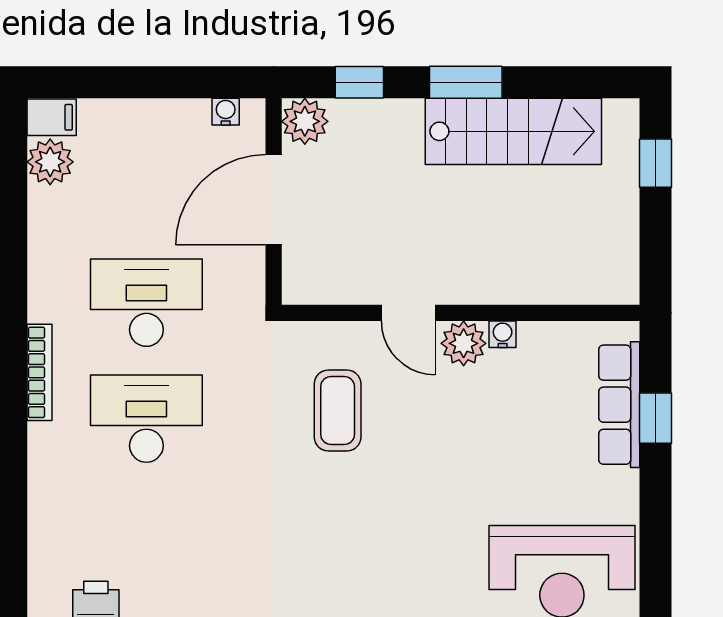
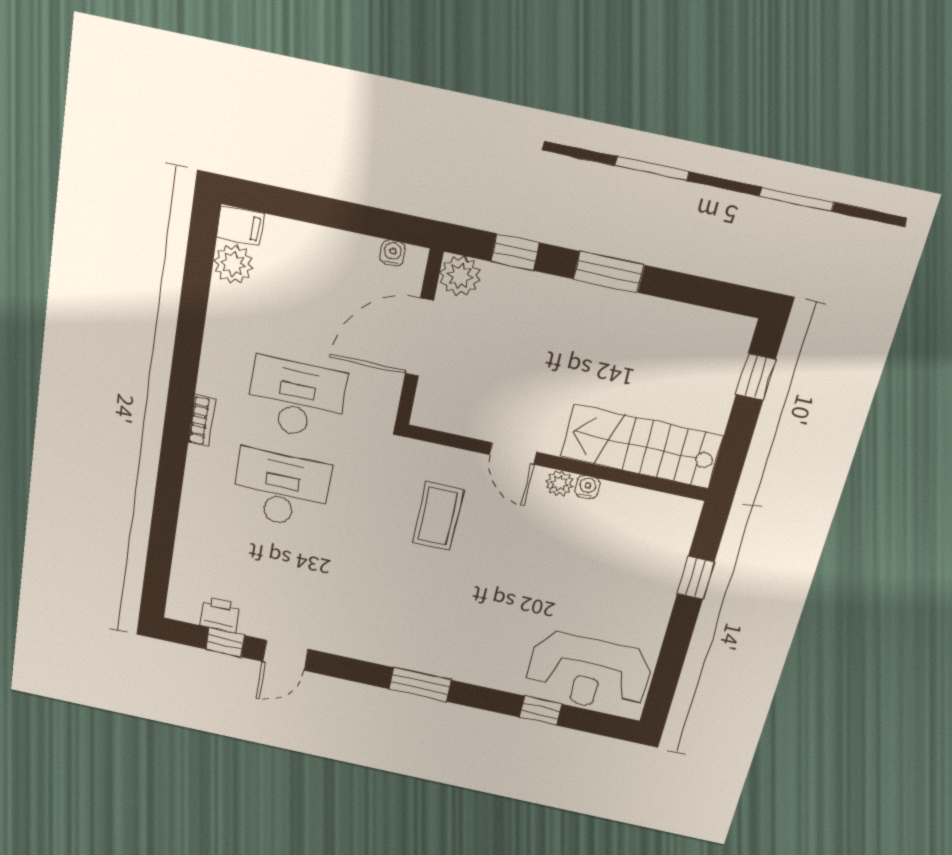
stairs: (513, 131) -> (642, 447), moved, turned 180
plant: (464, 343) -> (559, 483), width x0.73, depth x0.73
bookcase: (39, 372) -> (202, 421), width x0.64
row of seats: (619, 405) -> (669, 561), removed

